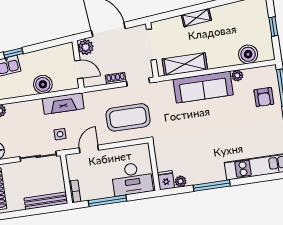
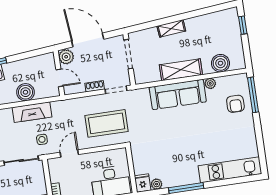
window: (273, 26) -> (243, 25), moved
shelving: (185, 64) -> (181, 70), moved
fireplace: (63, 103) -> (32, 112), moved

